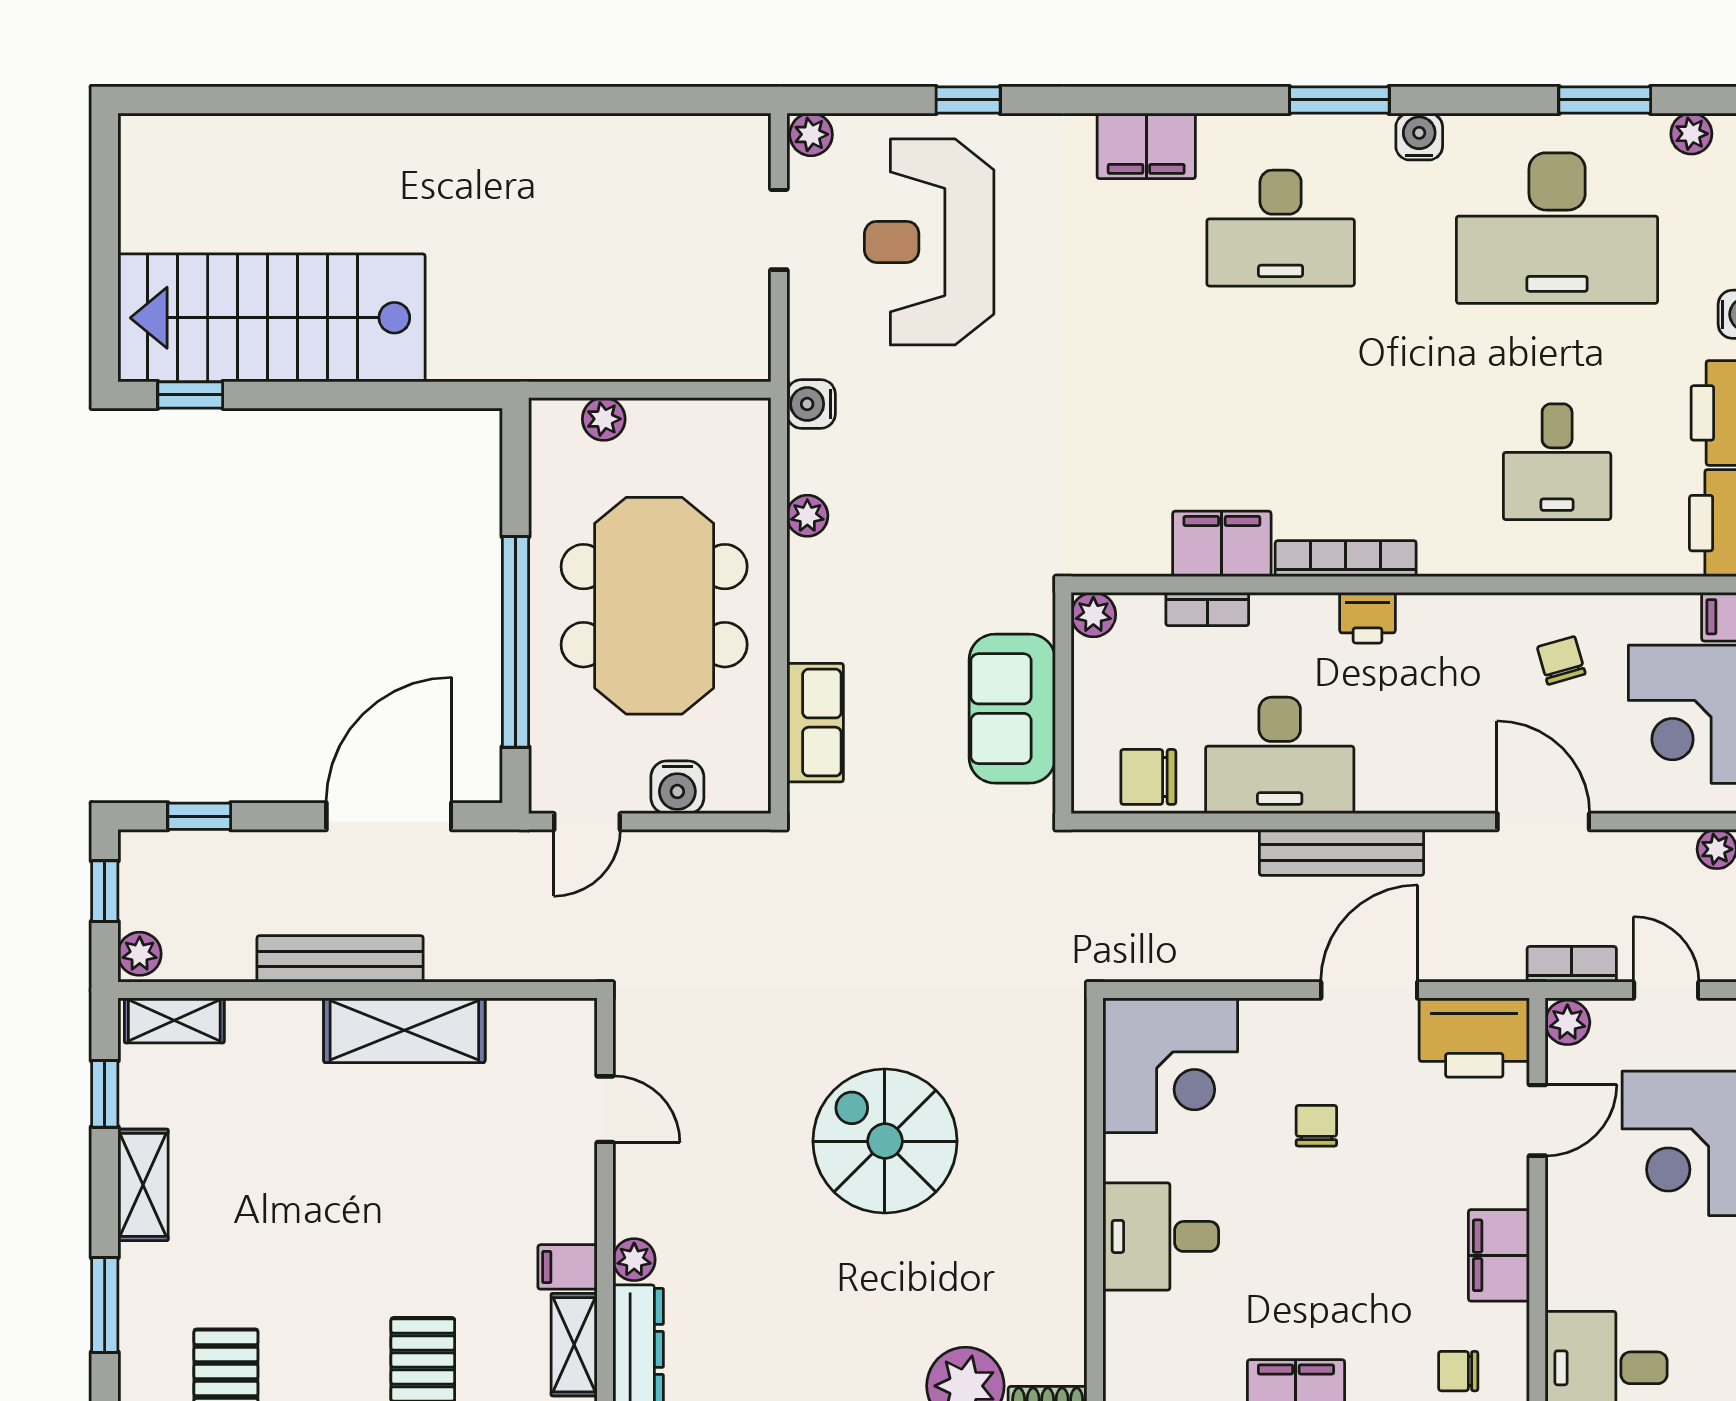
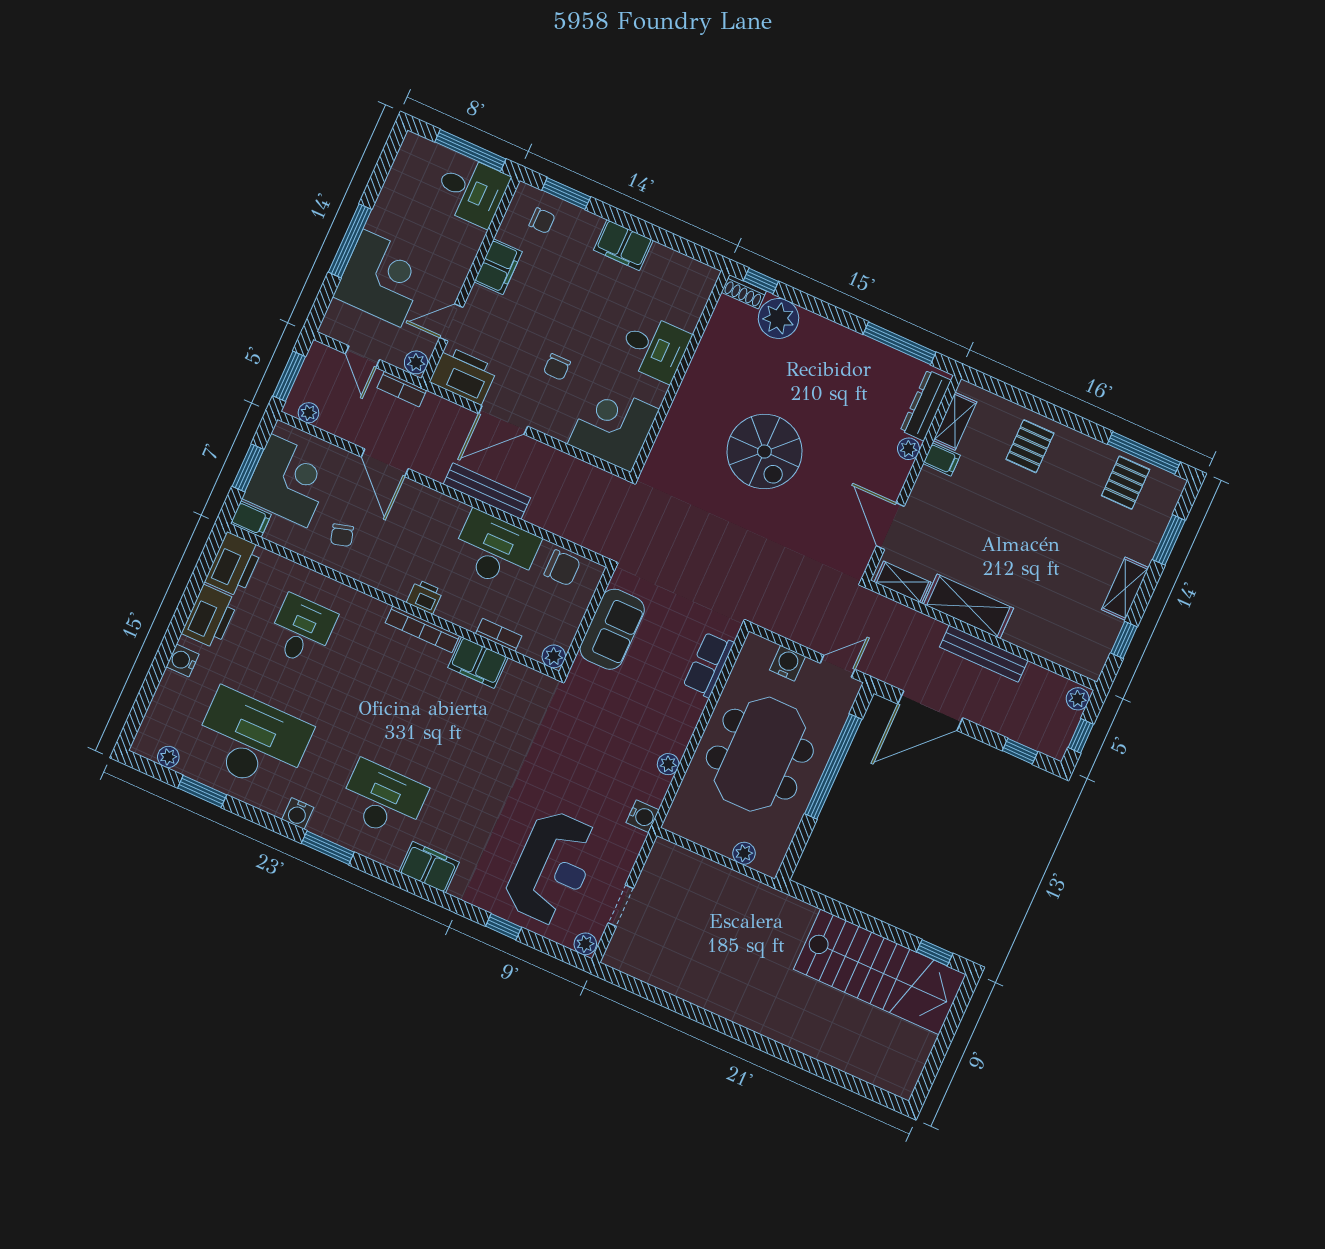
shelving: (174, 1020) -> (903, 582), moved
door: (605, 1109) -> (890, 526), width x1.38

